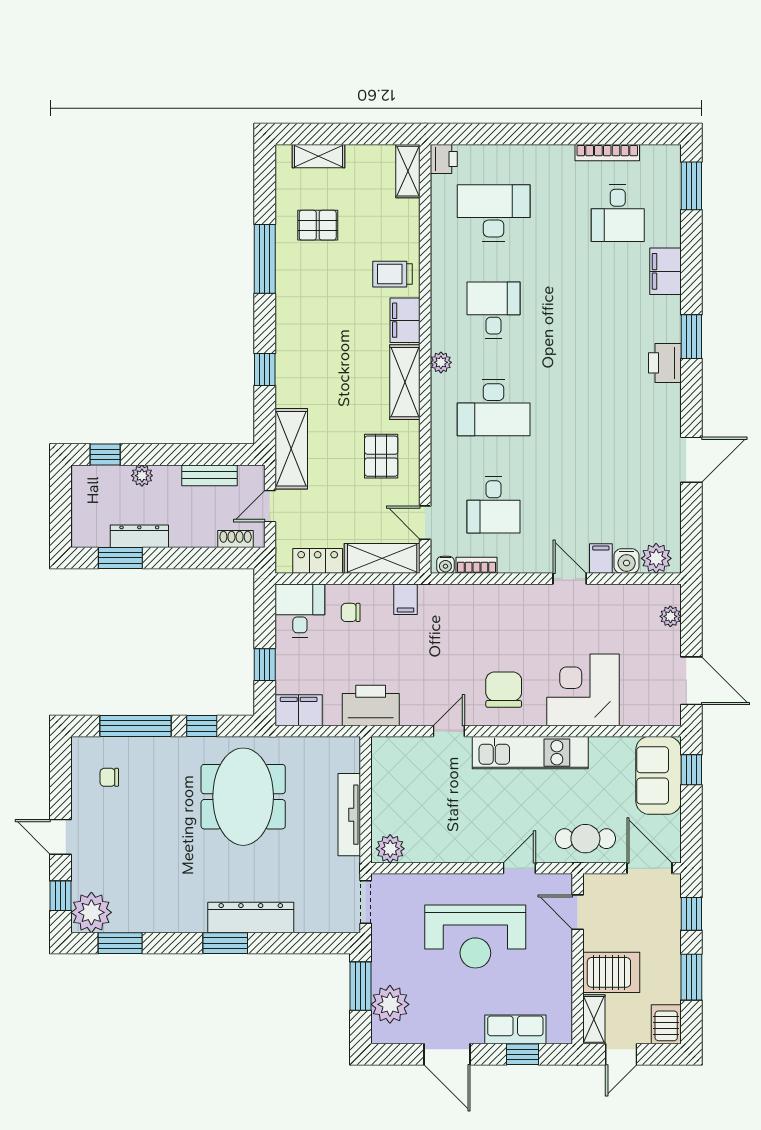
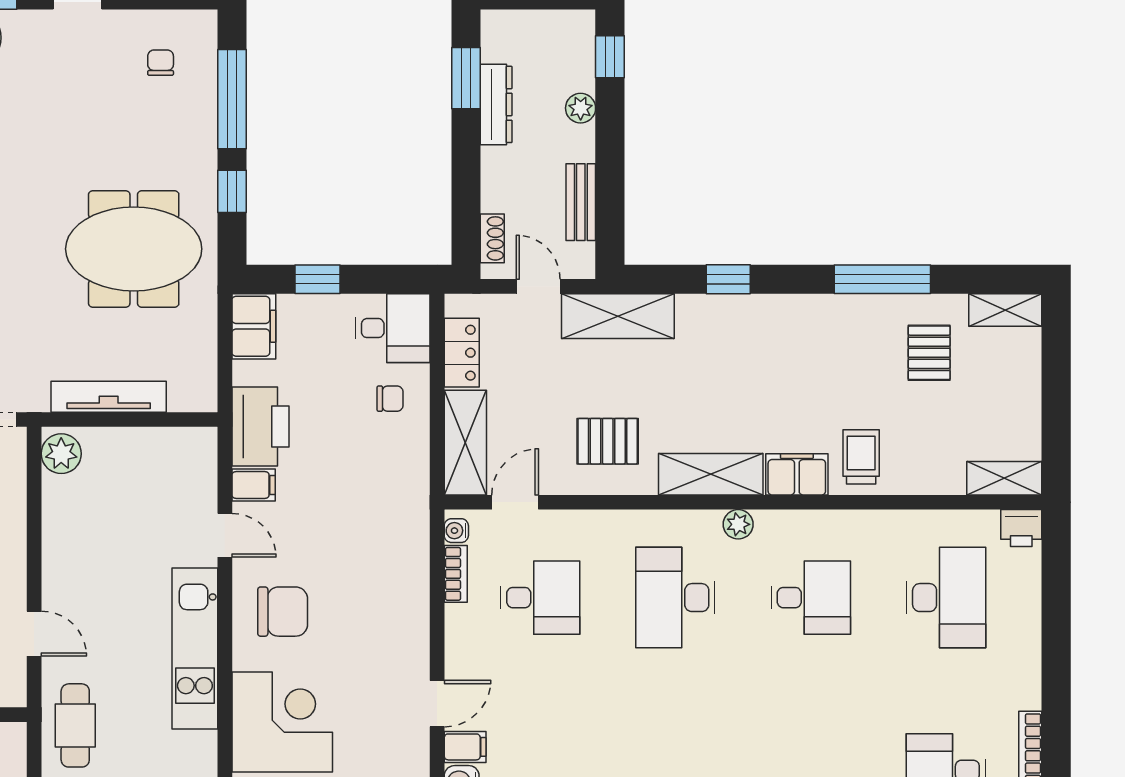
shelving: (318, 156) -> (1005, 310), moved, turned 90
desk: (494, 505) -> (540, 598), turned 180
filing cabinet: (406, 599) -> (254, 485), moved, turned 180
chair: (351, 612) -> (390, 399), turned 90

